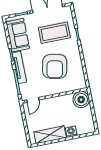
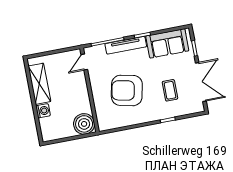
coffee table: (54, 33) -> (170, 90), width x0.54, depth x0.58
door: (33, 100) -> (84, 62), hinge flipped

